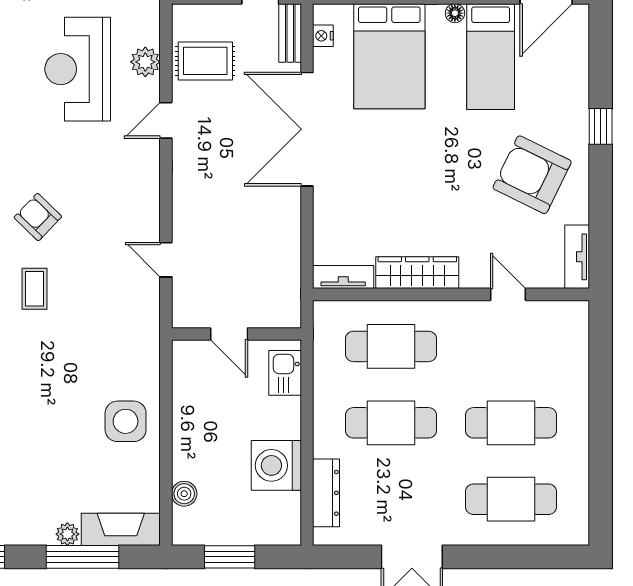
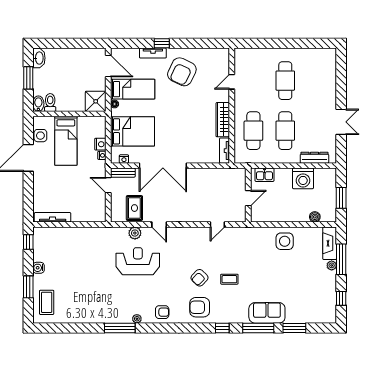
reception desk: (78, 69) -> (138, 261), turned 180
tv unit: (577, 257) -> (153, 53), moved
cafe table: (511, 499) -> (317, 81), removed

